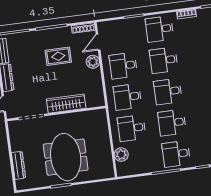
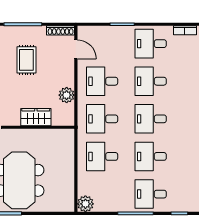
door: (98, 42) -> (76, 49), swing flipped
rug: (58, 56) -> (26, 60), turned 90
plant: (93, 62) -> (67, 95), moved
wardrobe: (66, 104) -> (36, 117), width x0.67
plant: (121, 155) -> (85, 204), moved

